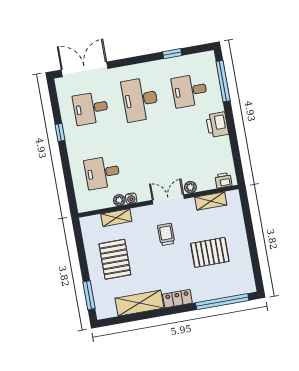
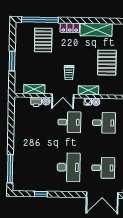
desk: (190, 91) -> (69, 122), moved
printer: (217, 125) -> (20, 140), removed
printer: (223, 180) -> (36, 102), moved
shelving: (116, 218) -> (88, 90), moved
window: (250, 235) -> (12, 61), added
pallet: (210, 252) -> (43, 40), moved, turned 90

